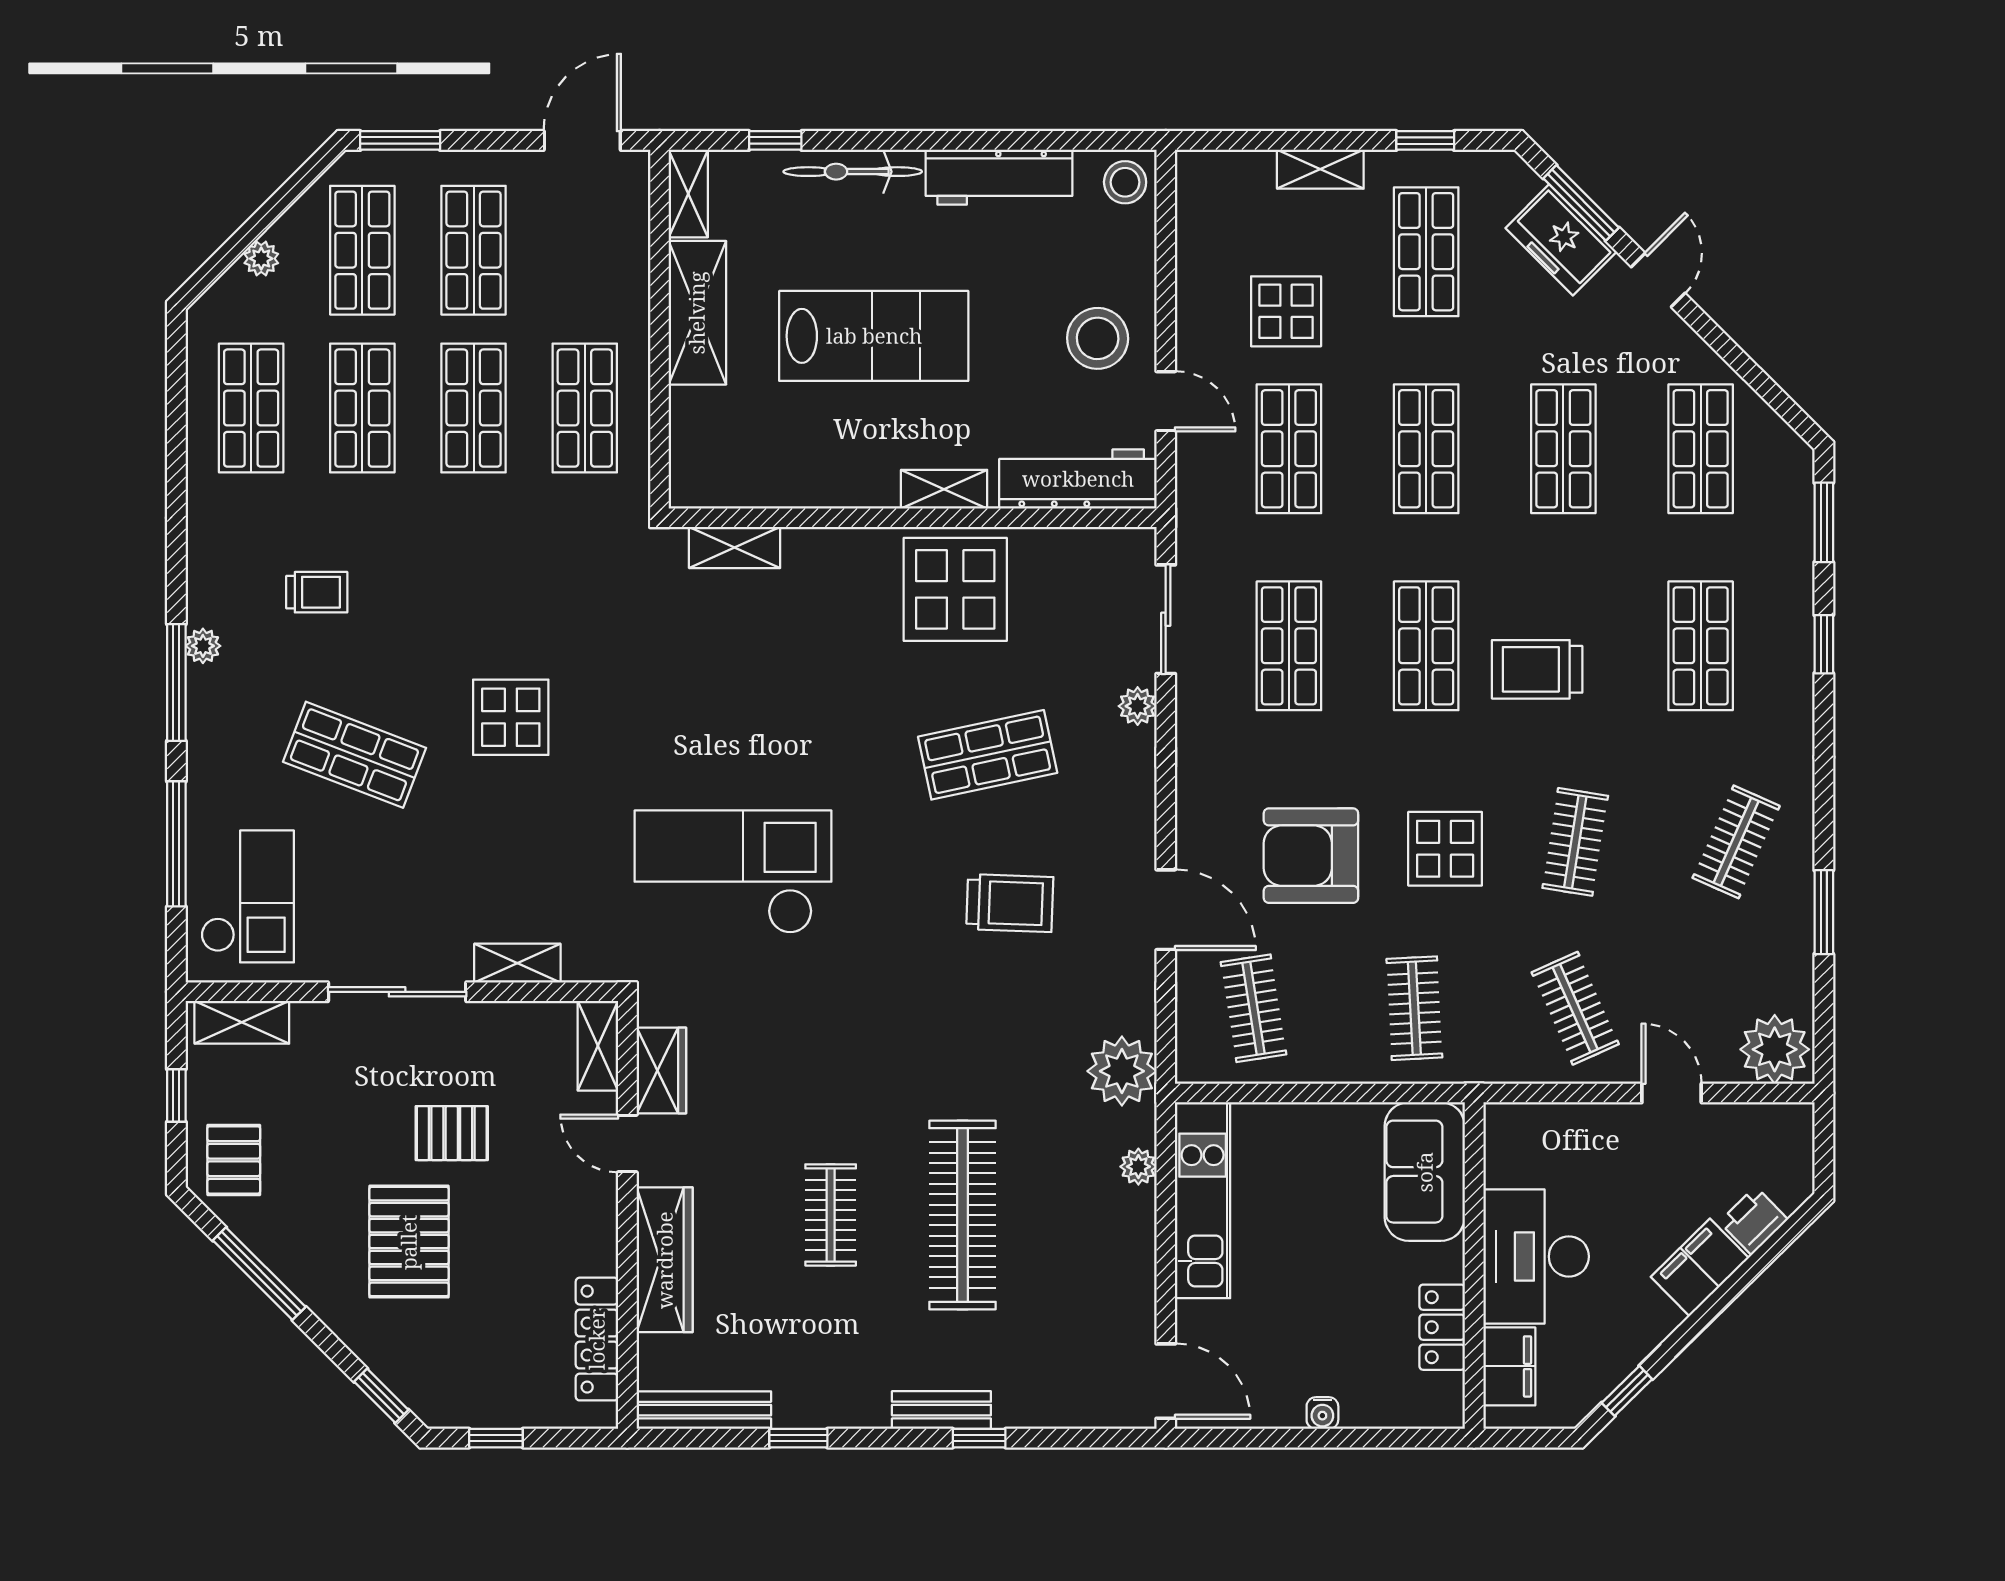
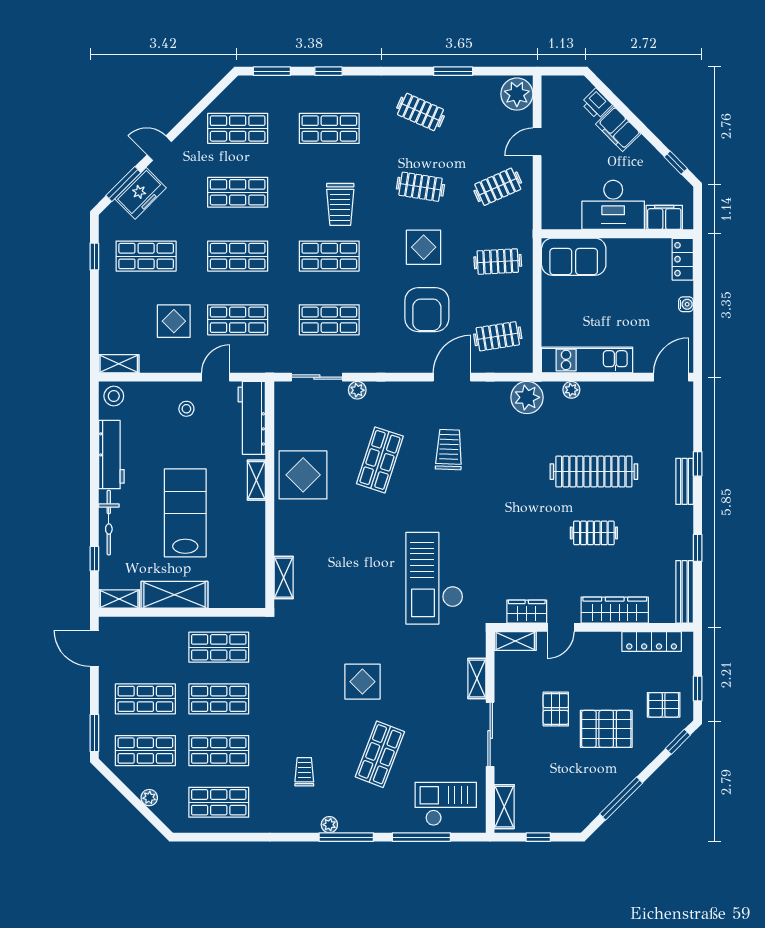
shelving: (1320, 169) -> (119, 364), moved, turned 90
stool: (1098, 338) -> (186, 409), width x0.53, depth x0.53
shop shelf: (988, 755) -> (380, 460), turned 30
pallet: (234, 1160) -> (664, 705), moved
locker: (1442, 1327) -> (683, 259), moved, turned 90

